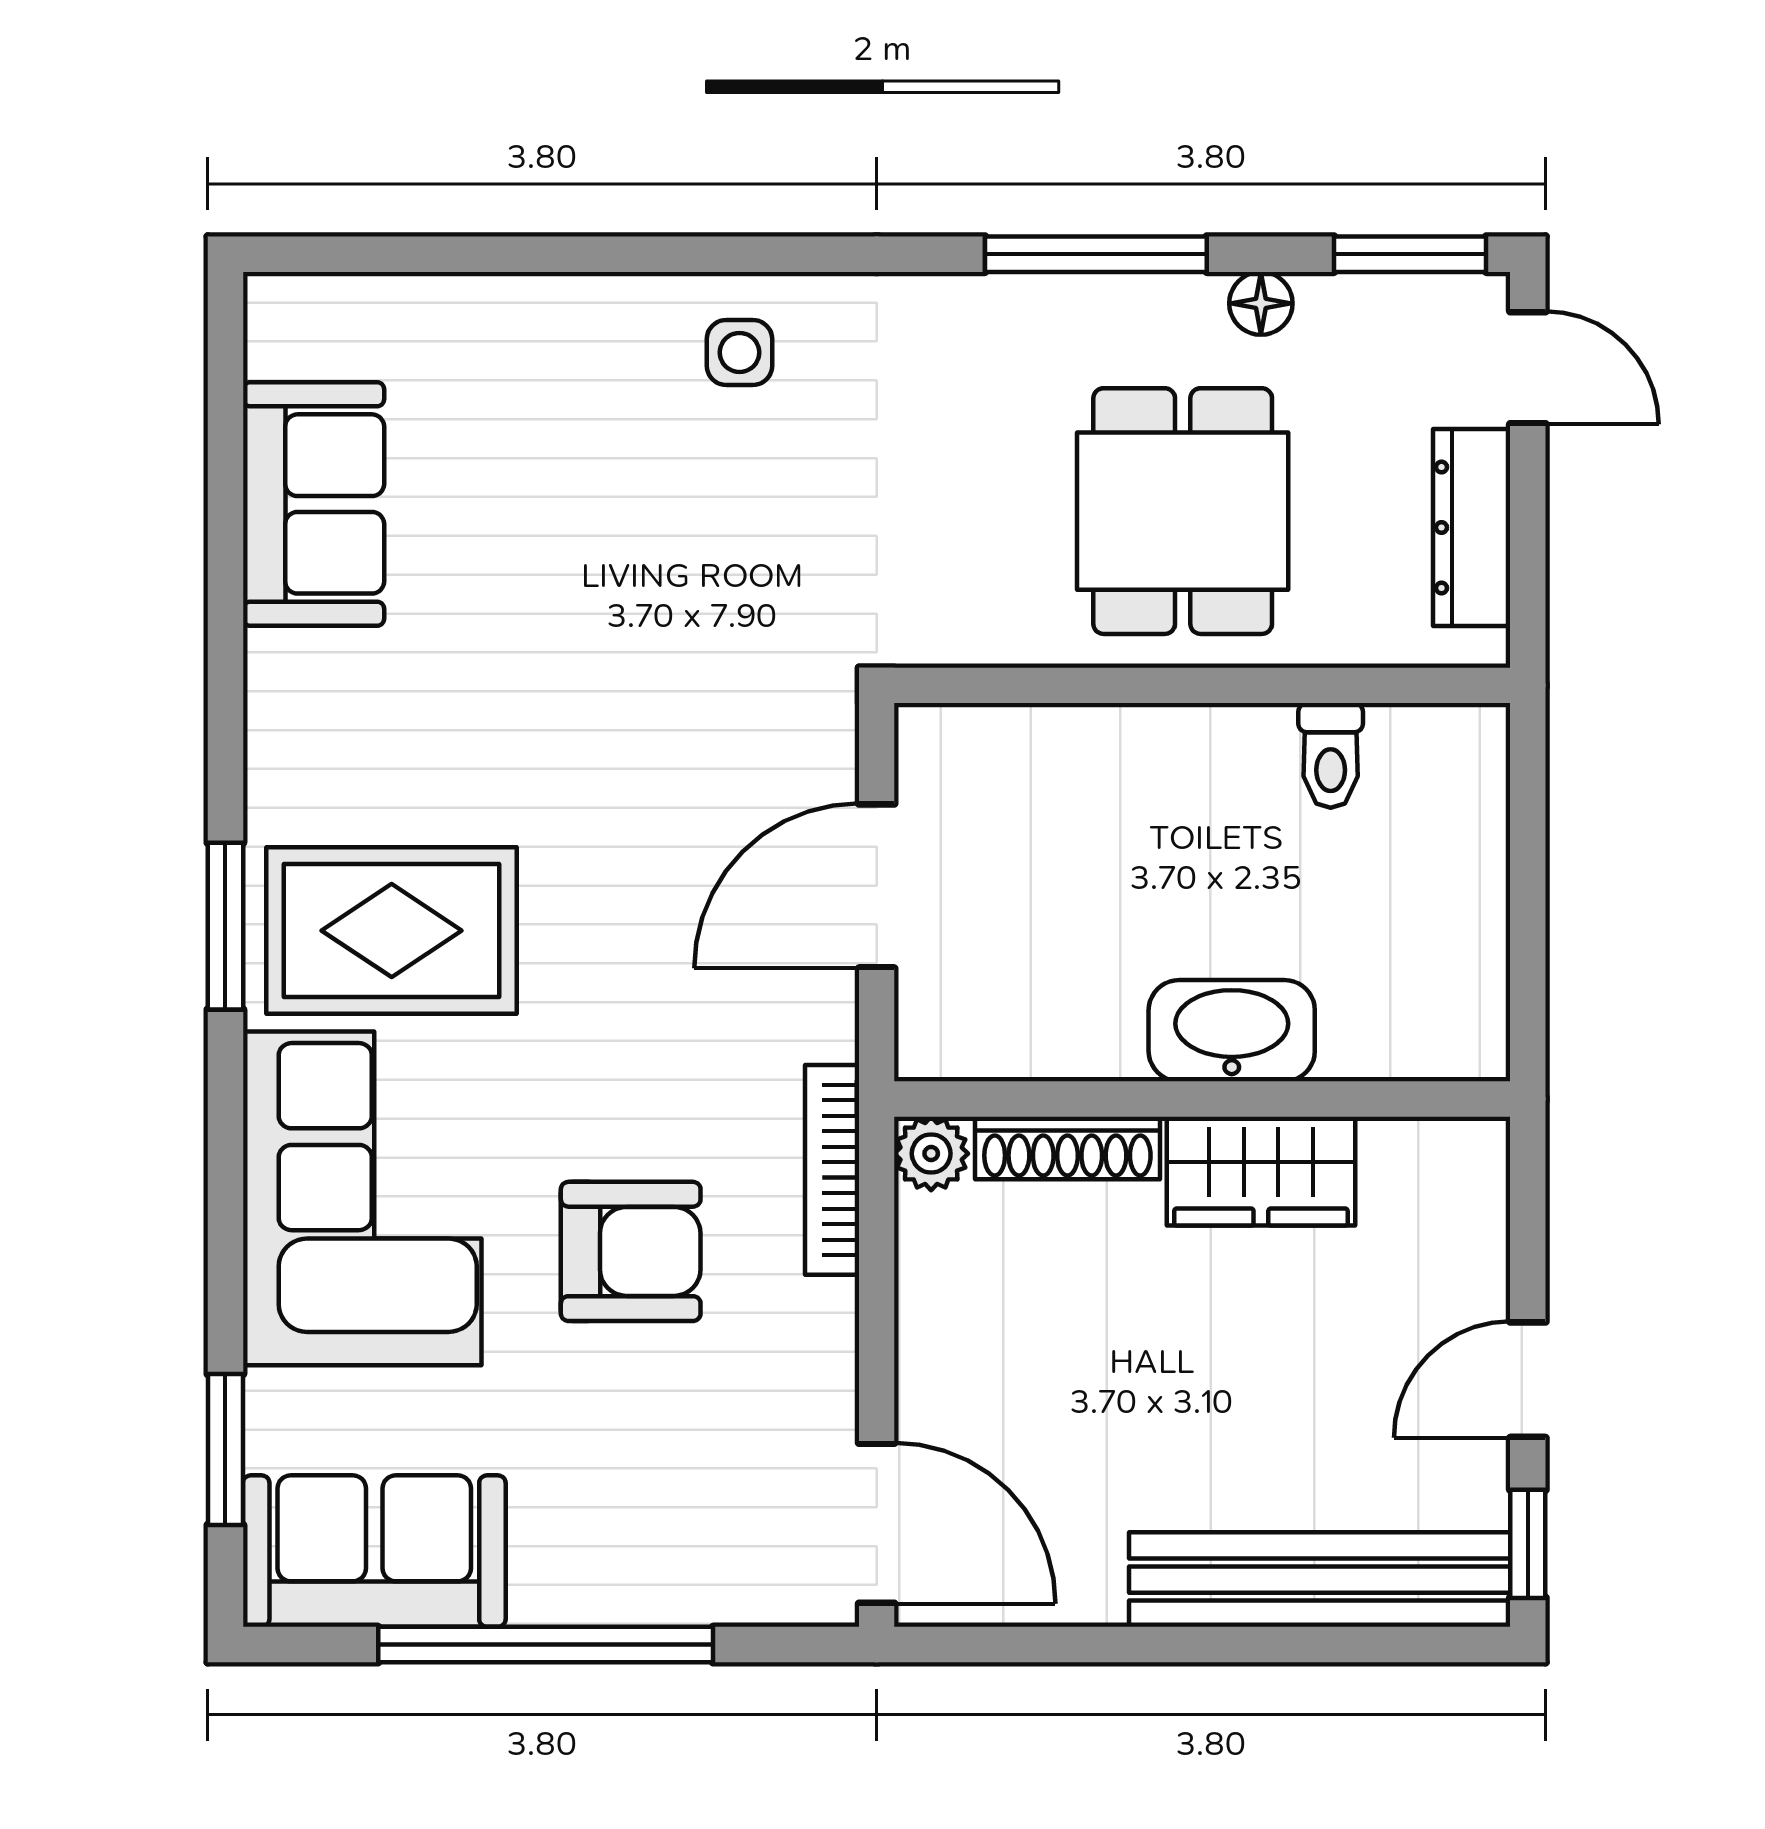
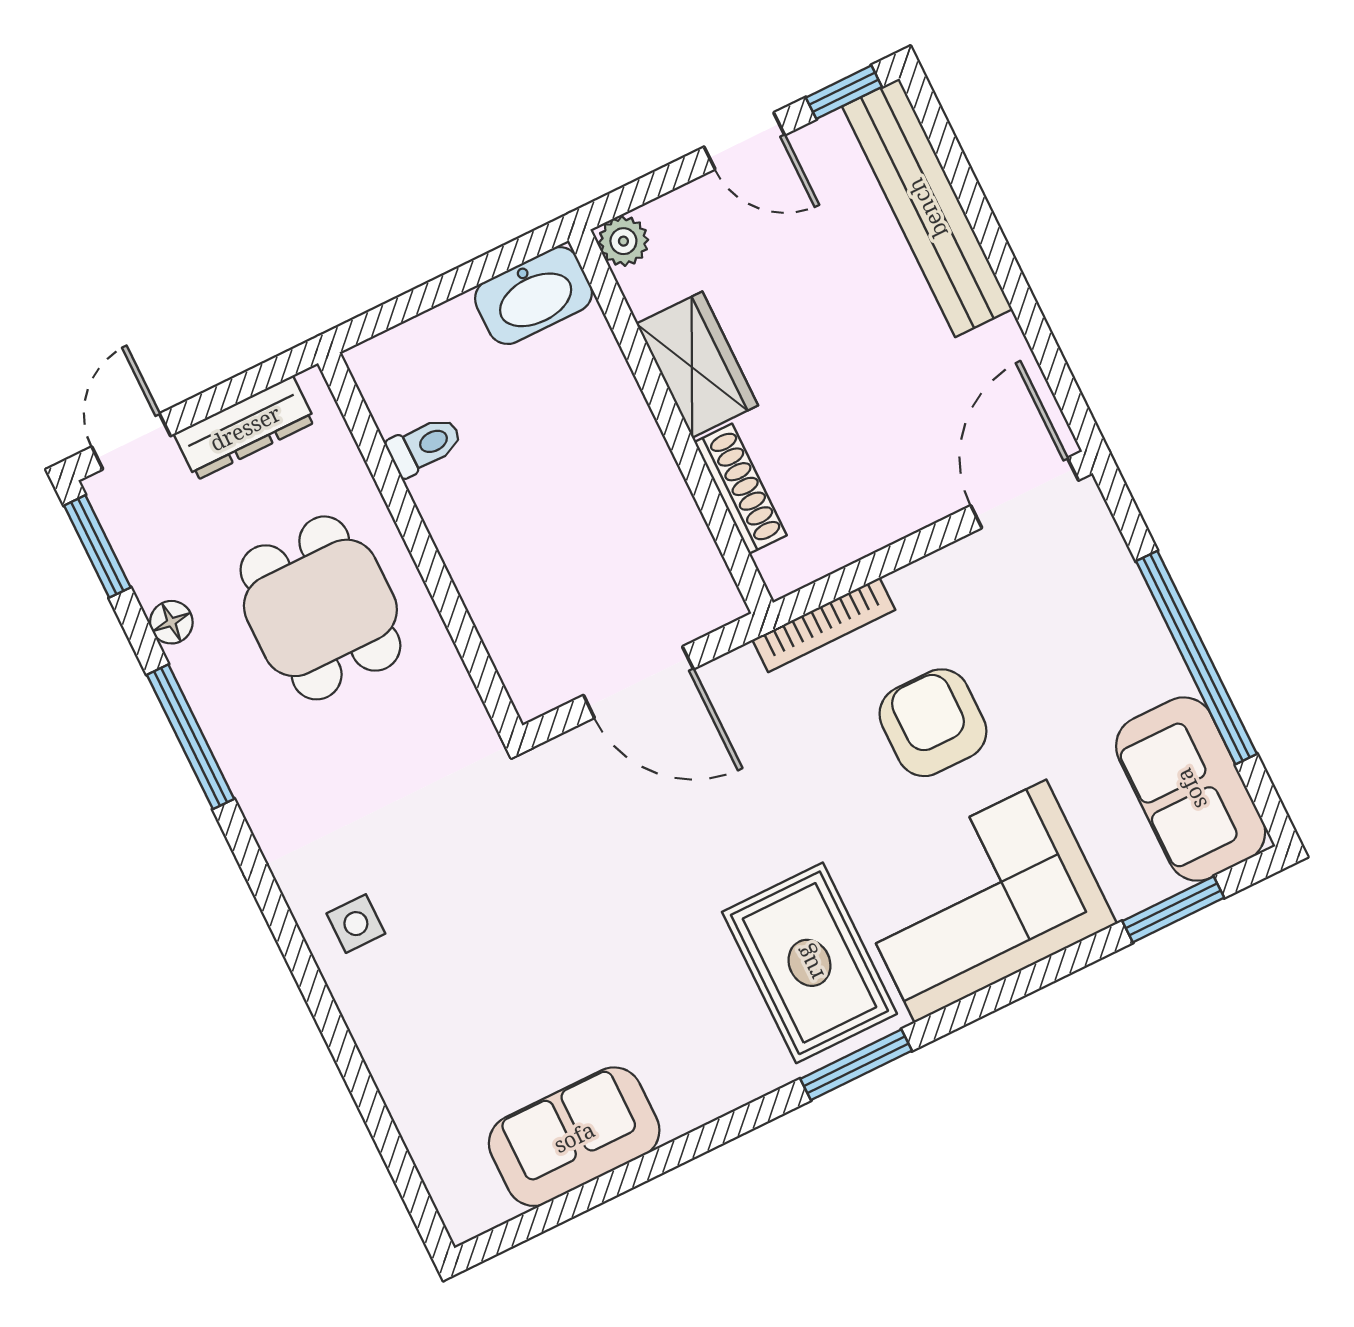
dining table: (1183, 511) -> (320, 608), turned 90
washbasin: (1232, 1031) -> (534, 296), moved, turned -90
plant: (931, 1154) -> (623, 241), moved

